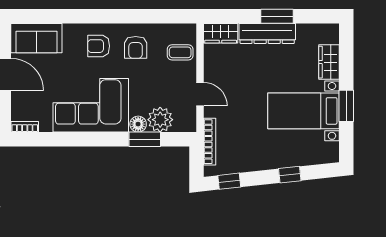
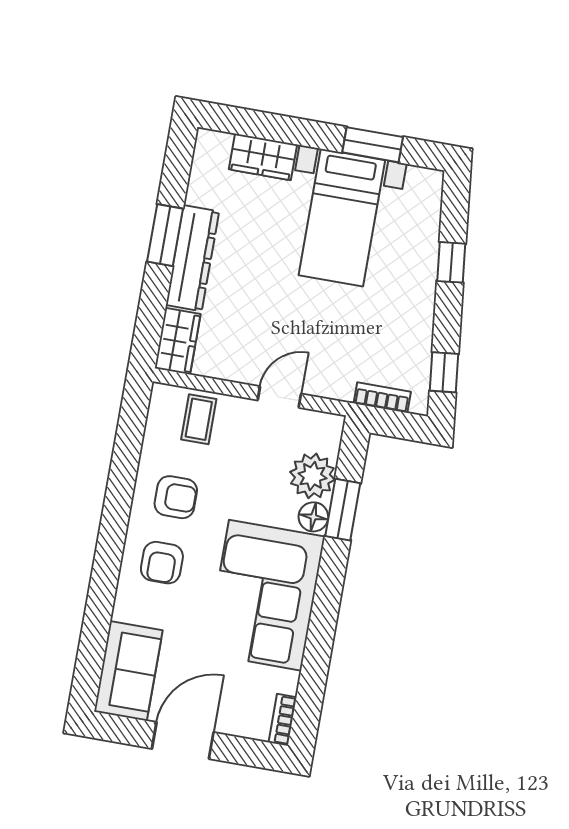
window: (346, 106) -> (373, 145), moved
bookcase: (210, 142) -> (382, 398), width x0.64

